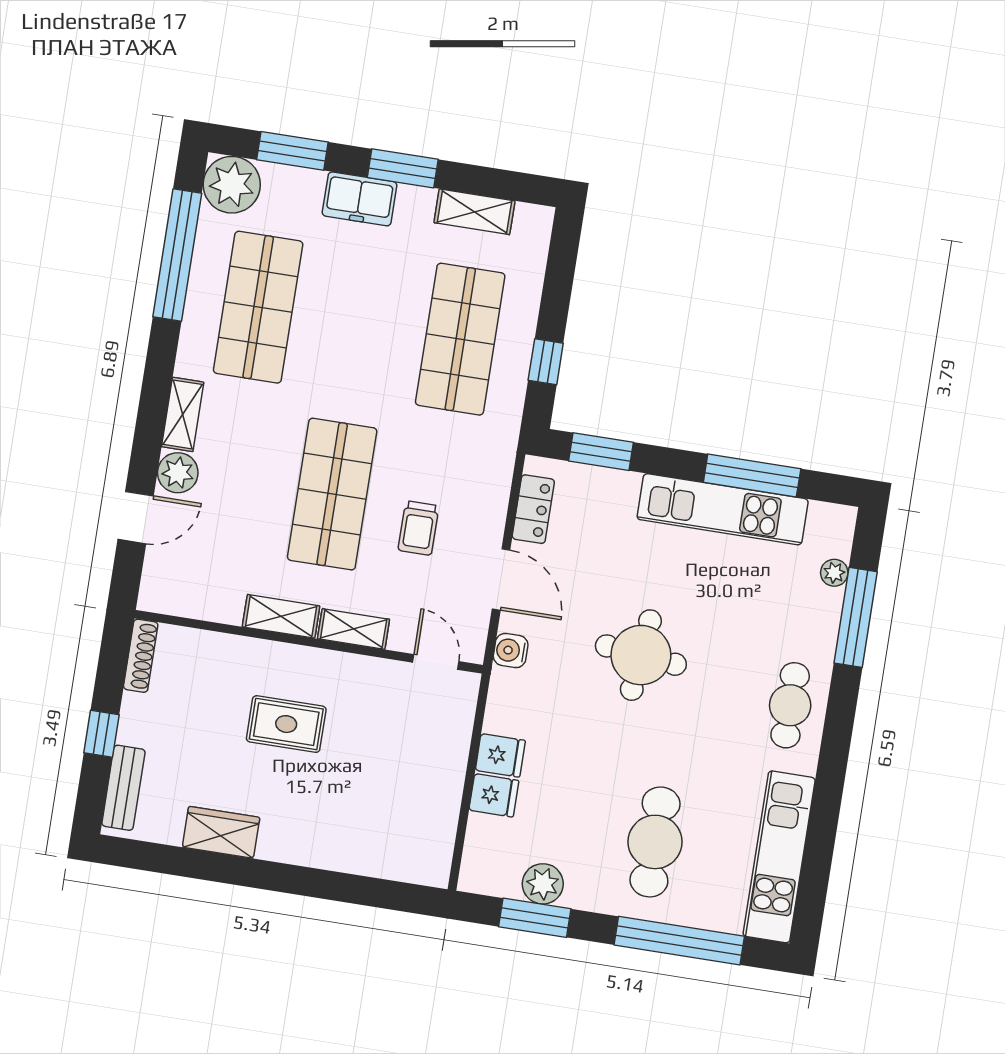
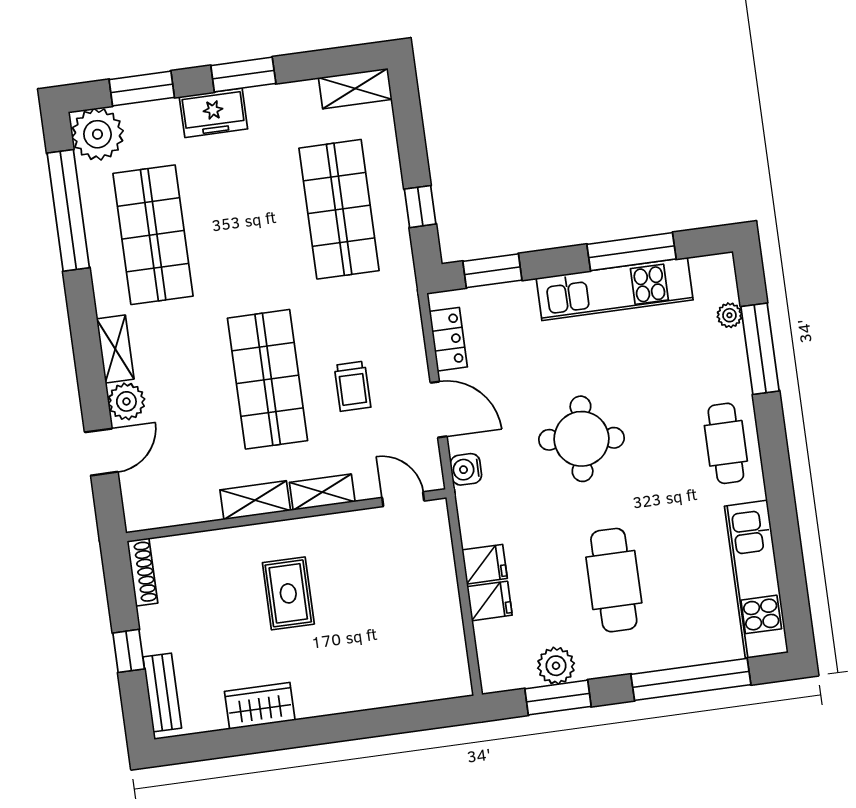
shelving: (474, 212) -> (355, 89), moved
rug: (286, 724) -> (288, 593), turned 90
cafe table: (655, 842) -> (614, 580), moved

